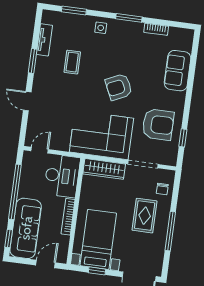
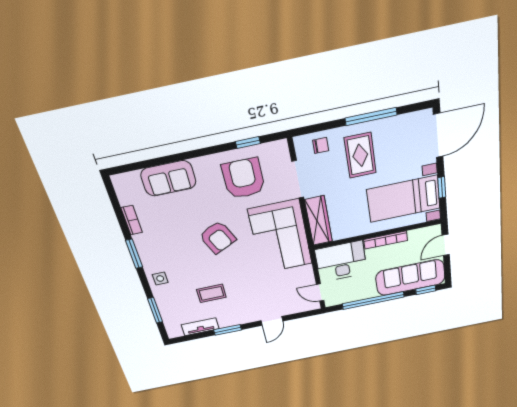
rug: (145, 216) -> (360, 155), turned 90
door: (46, 264) -> (446, 245), hinge flipped

